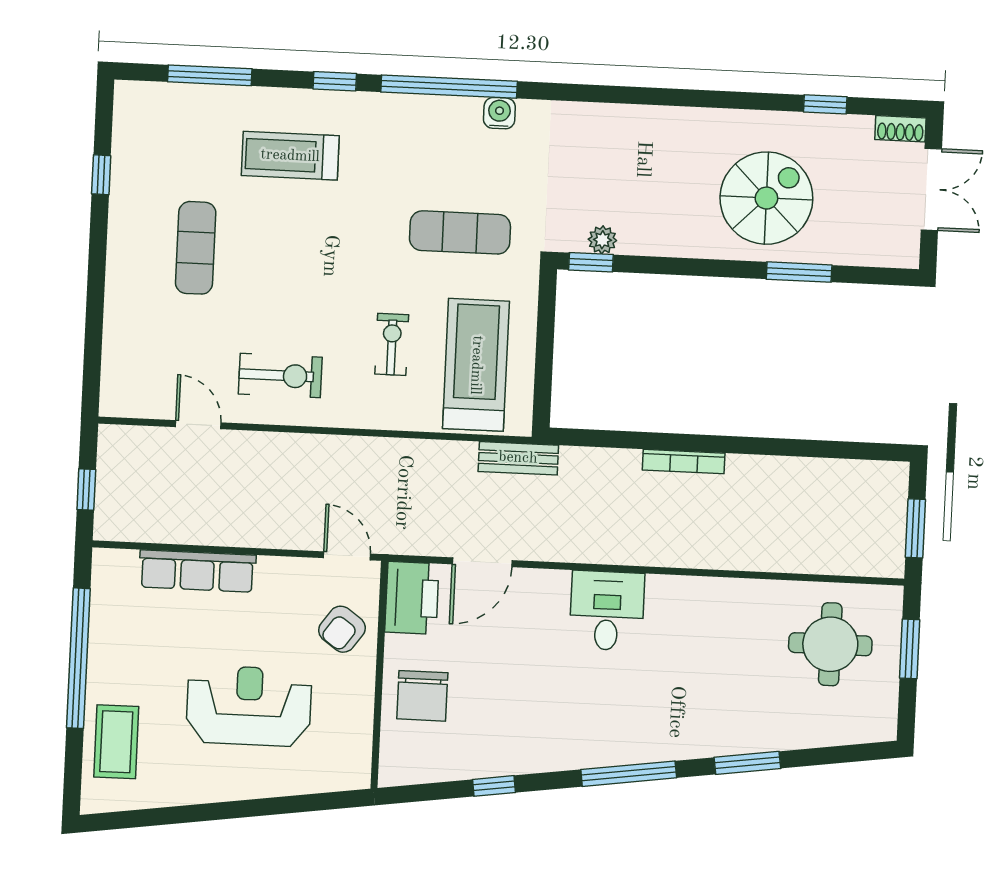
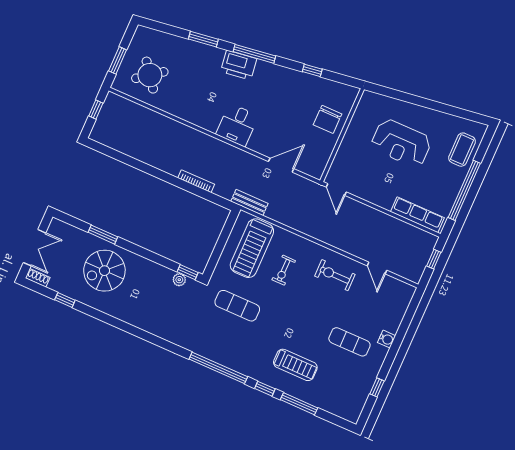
window: (210, 75) -> (299, 404), moved
water cooler: (499, 113) -> (387, 339), moved, turned -90
double door: (931, 189) -> (35, 248), swing flipped
exercise mat: (196, 248) -> (349, 342), turned 90
bookcase: (684, 462) -> (196, 181), moved
window: (915, 528) -> (96, 109), width x0.67
row of seats: (197, 571) -> (417, 215), moved
printer: (412, 598) -> (239, 65), moved, turned -98
armchair: (342, 629) -> (350, 160), removed
round table: (830, 644) -> (150, 75), turned -37
chair: (422, 696) -> (328, 119), turned 180

